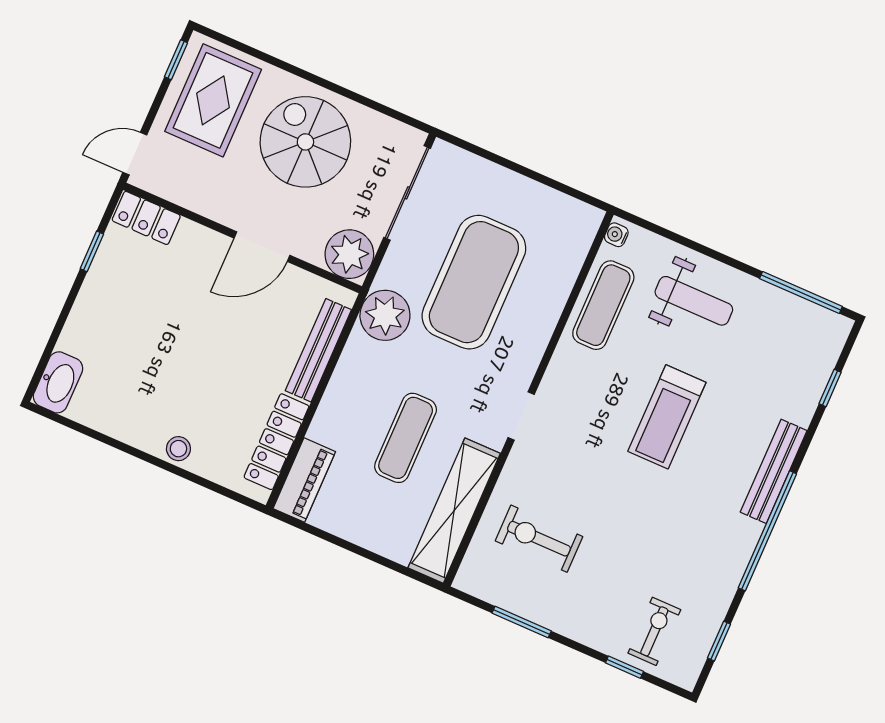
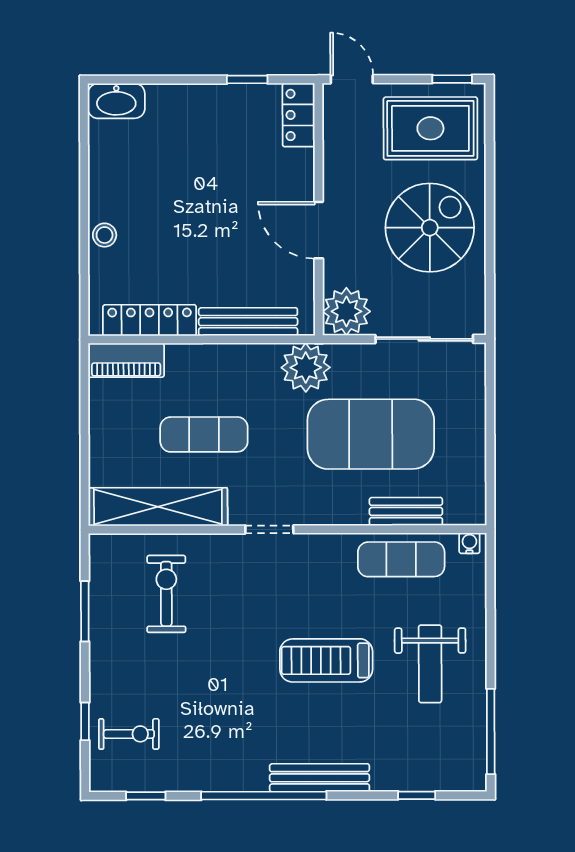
bench: (561, 281) -> (406, 511), added
weight bench: (694, 301) -> (430, 664), moved

